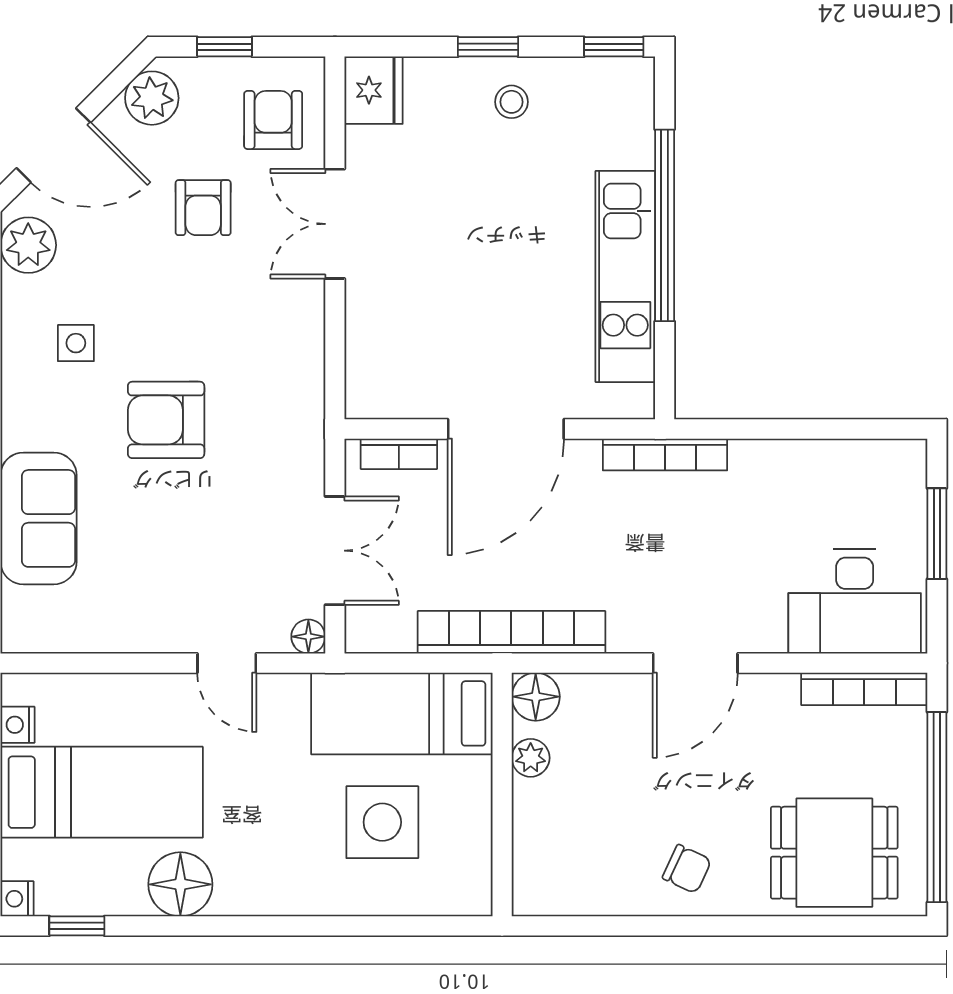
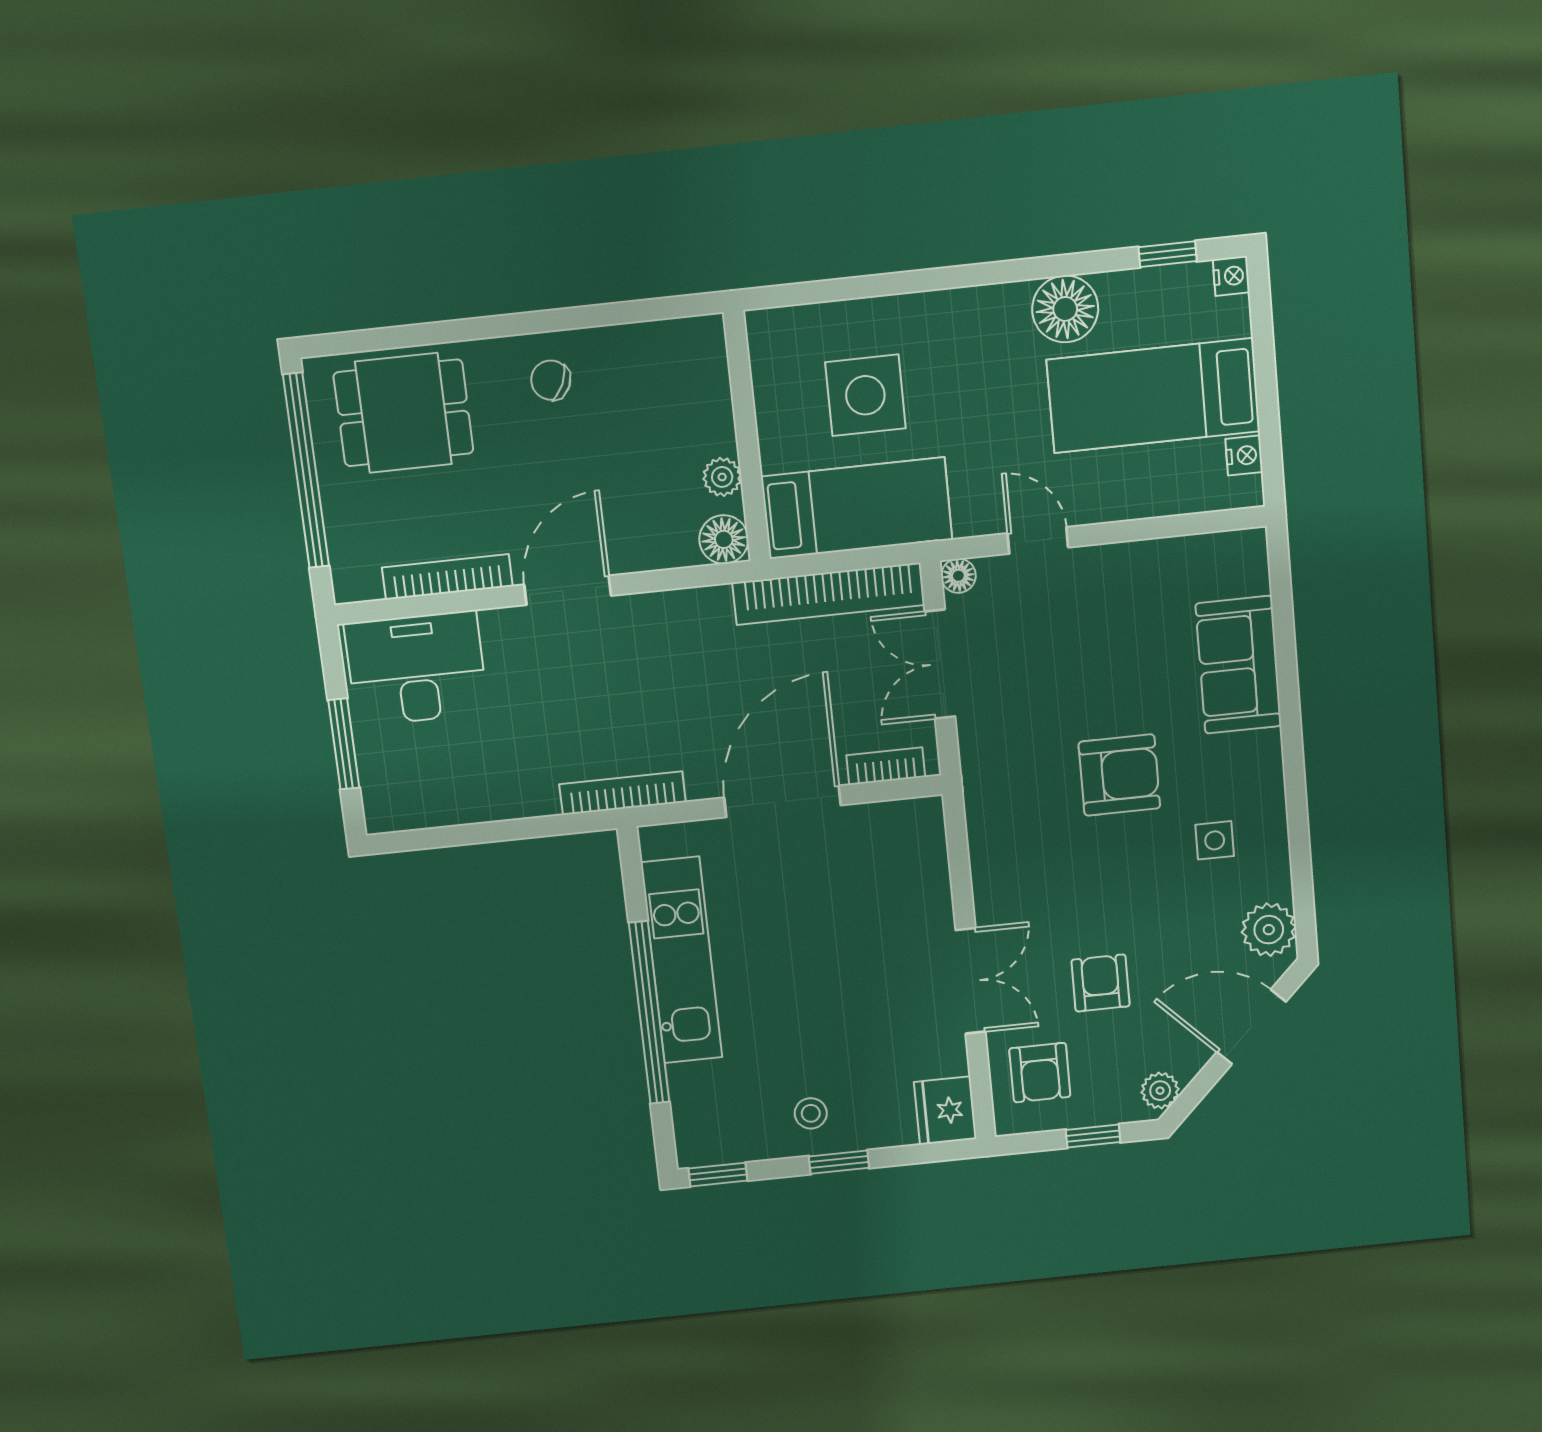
plant: (152, 98) -> (1160, 1091), width x0.73, depth x0.73
bookcase: (511, 632) -> (829, 594), moved
bookcase: (864, 689) -> (447, 577), moved

